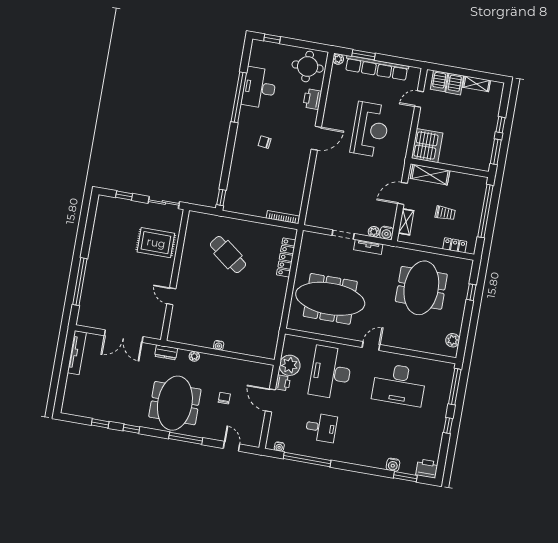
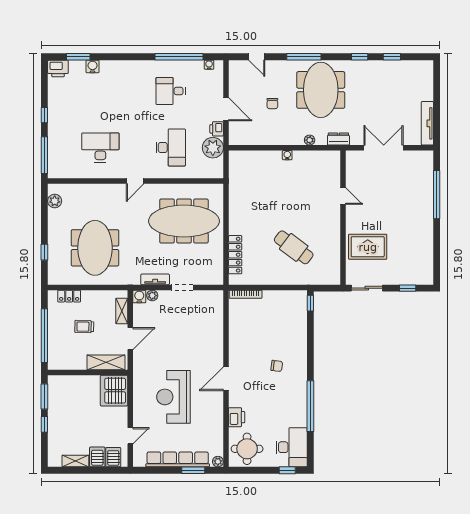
desk: (259, 88) -> (292, 447), moved
desk: (331, 373) -> (171, 147), width x0.73, depth x0.77
desk: (399, 385) -> (100, 147), width x0.73, depth x0.77

